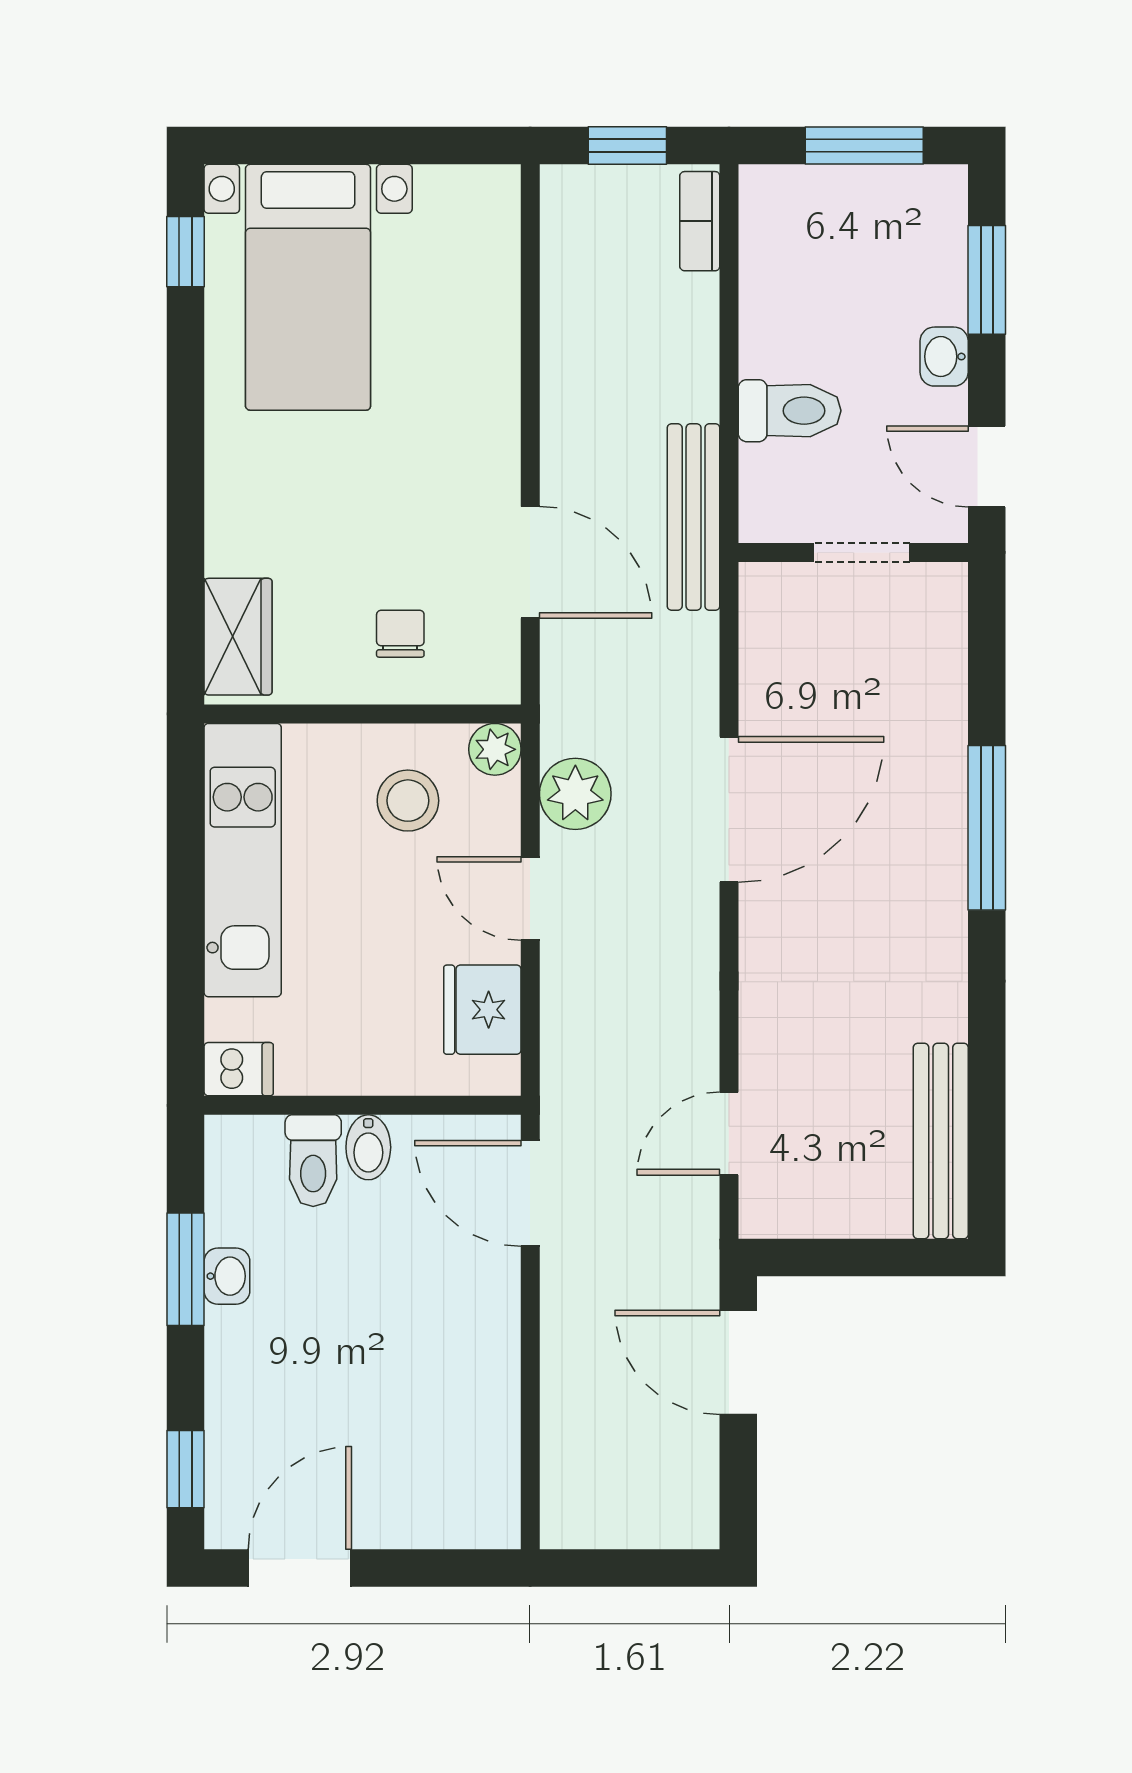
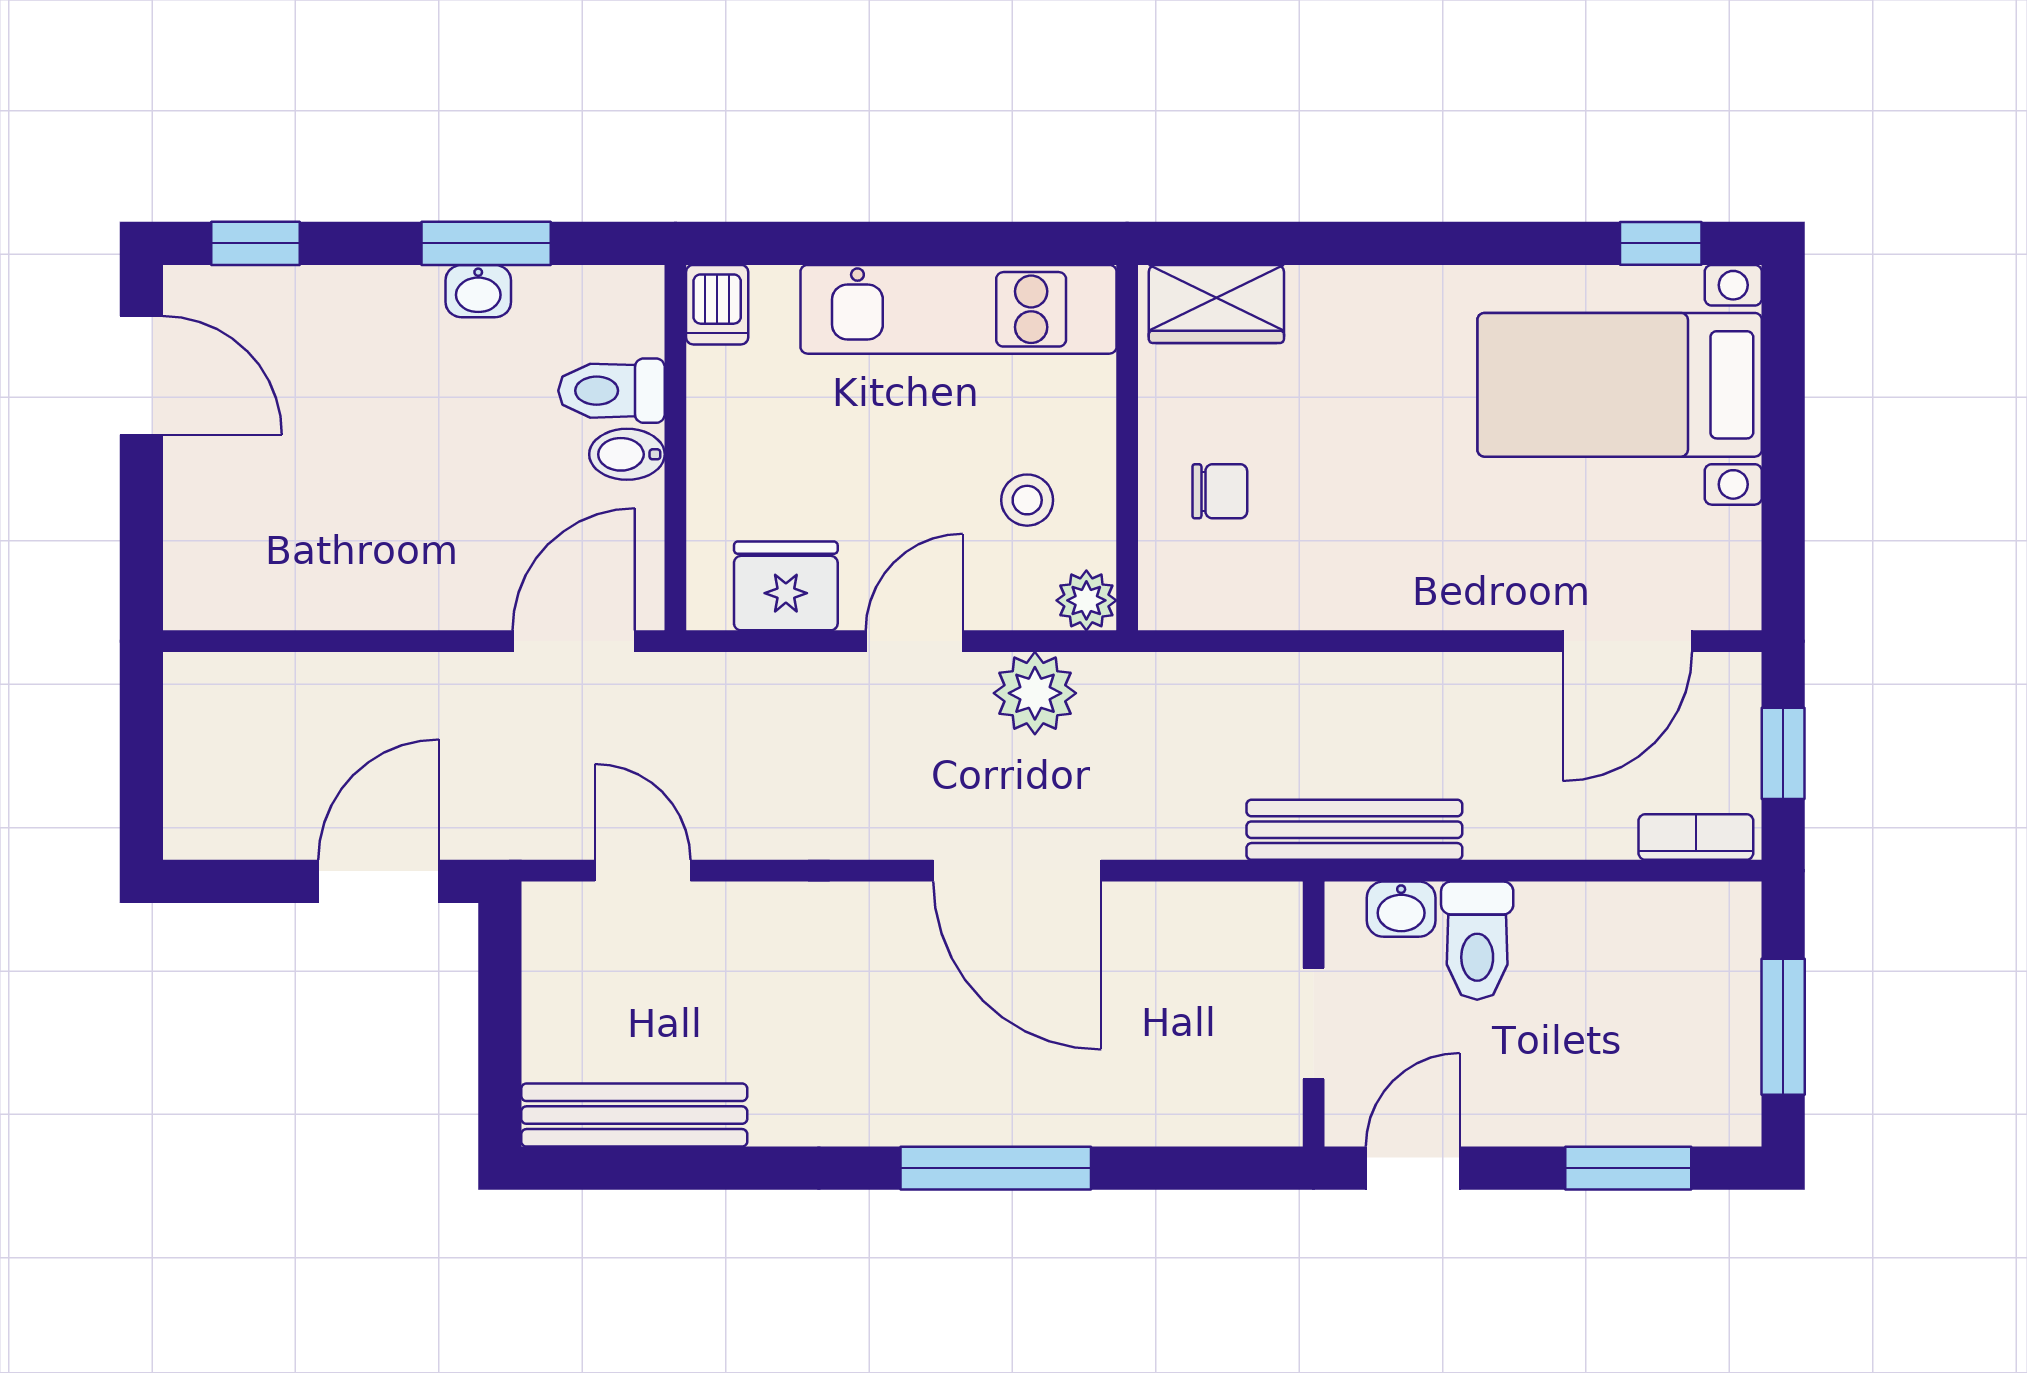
washbasin: (944, 357) -> (1401, 909), moved, turned 180
door: (530, 562) -> (1627, 641), moved
stool: (408, 801) -> (1027, 500), width x0.73, depth x0.73

